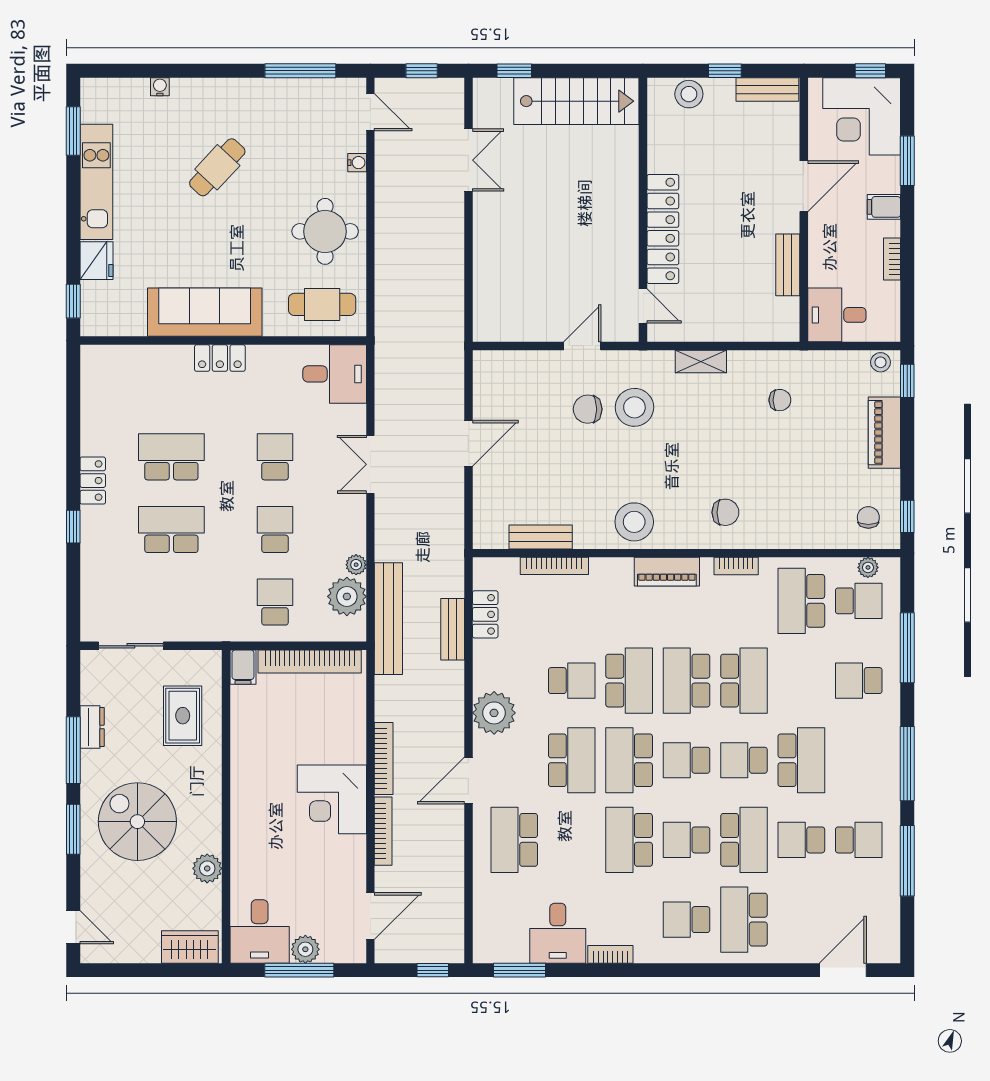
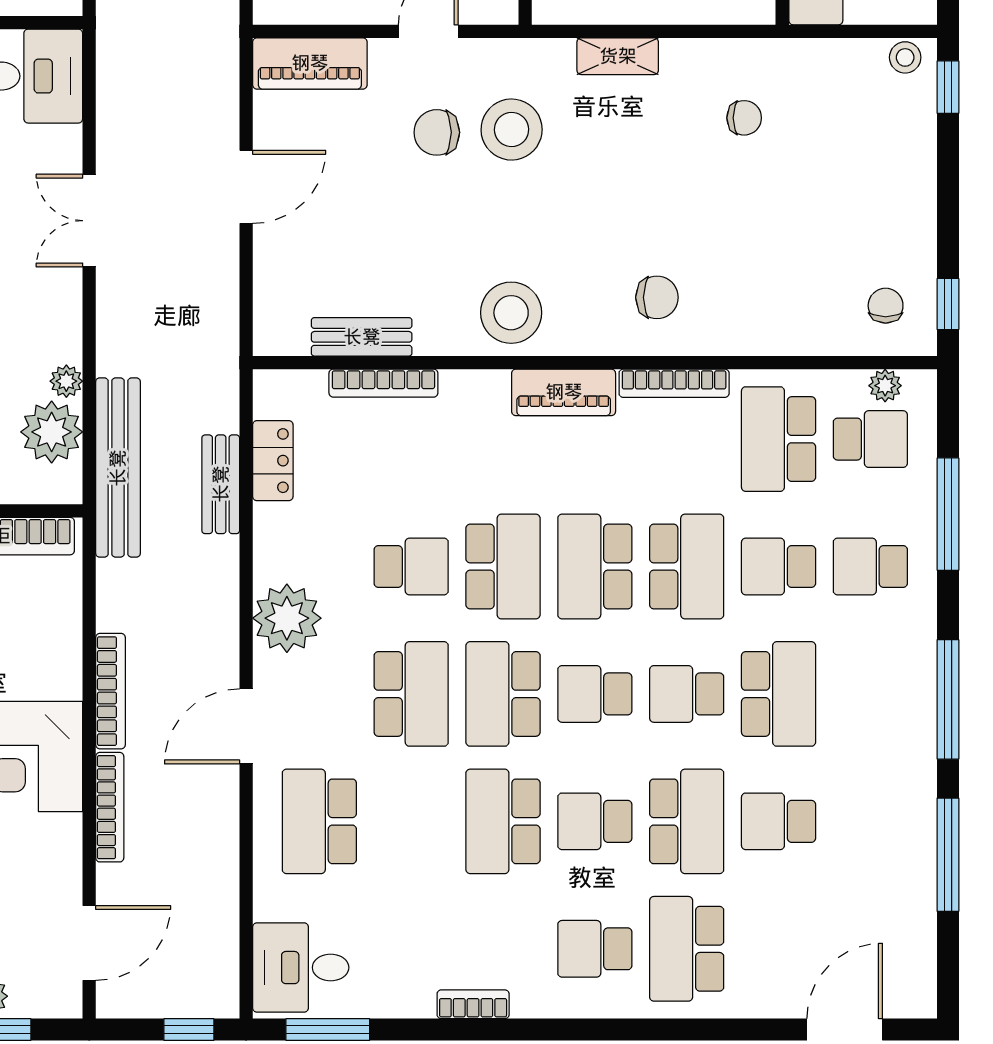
piano: (884, 433) -> (310, 63), moved, turned -90
bookcase: (736, 566) -> (674, 383), width x1.56
school desk: (859, 840) -> (779, 567), moved, turned 180
desk: (558, 933) -> (301, 968), moved, turned 90

